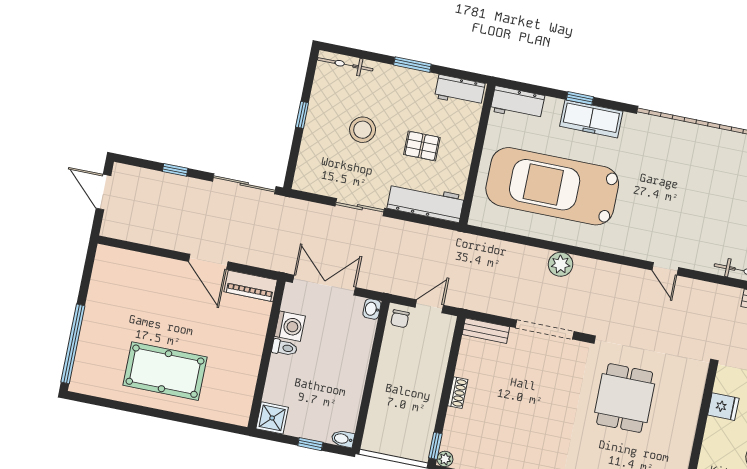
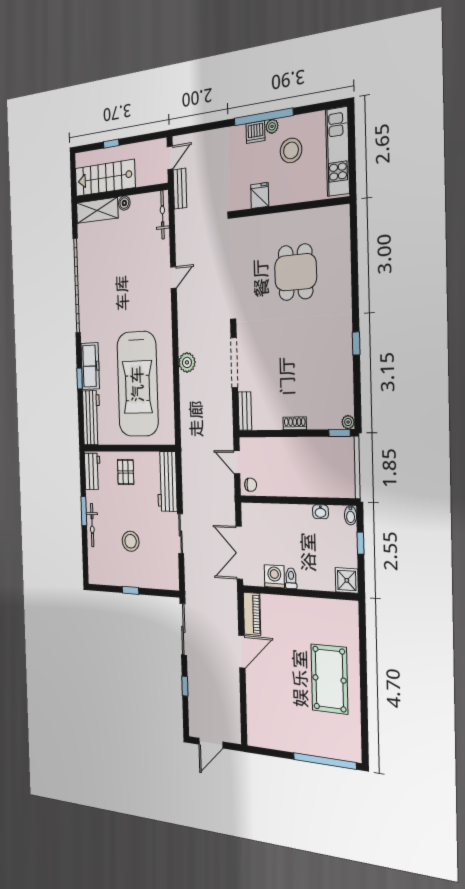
bicycle: (345, 64) -> (92, 525), moved
workbench: (517, 103) -> (91, 418), width x1.38
pallet: (422, 146) -> (126, 472), moved
washbasin: (372, 309) -> (320, 512), moved
dining table: (625, 398) -> (296, 272), moved, turned 90

